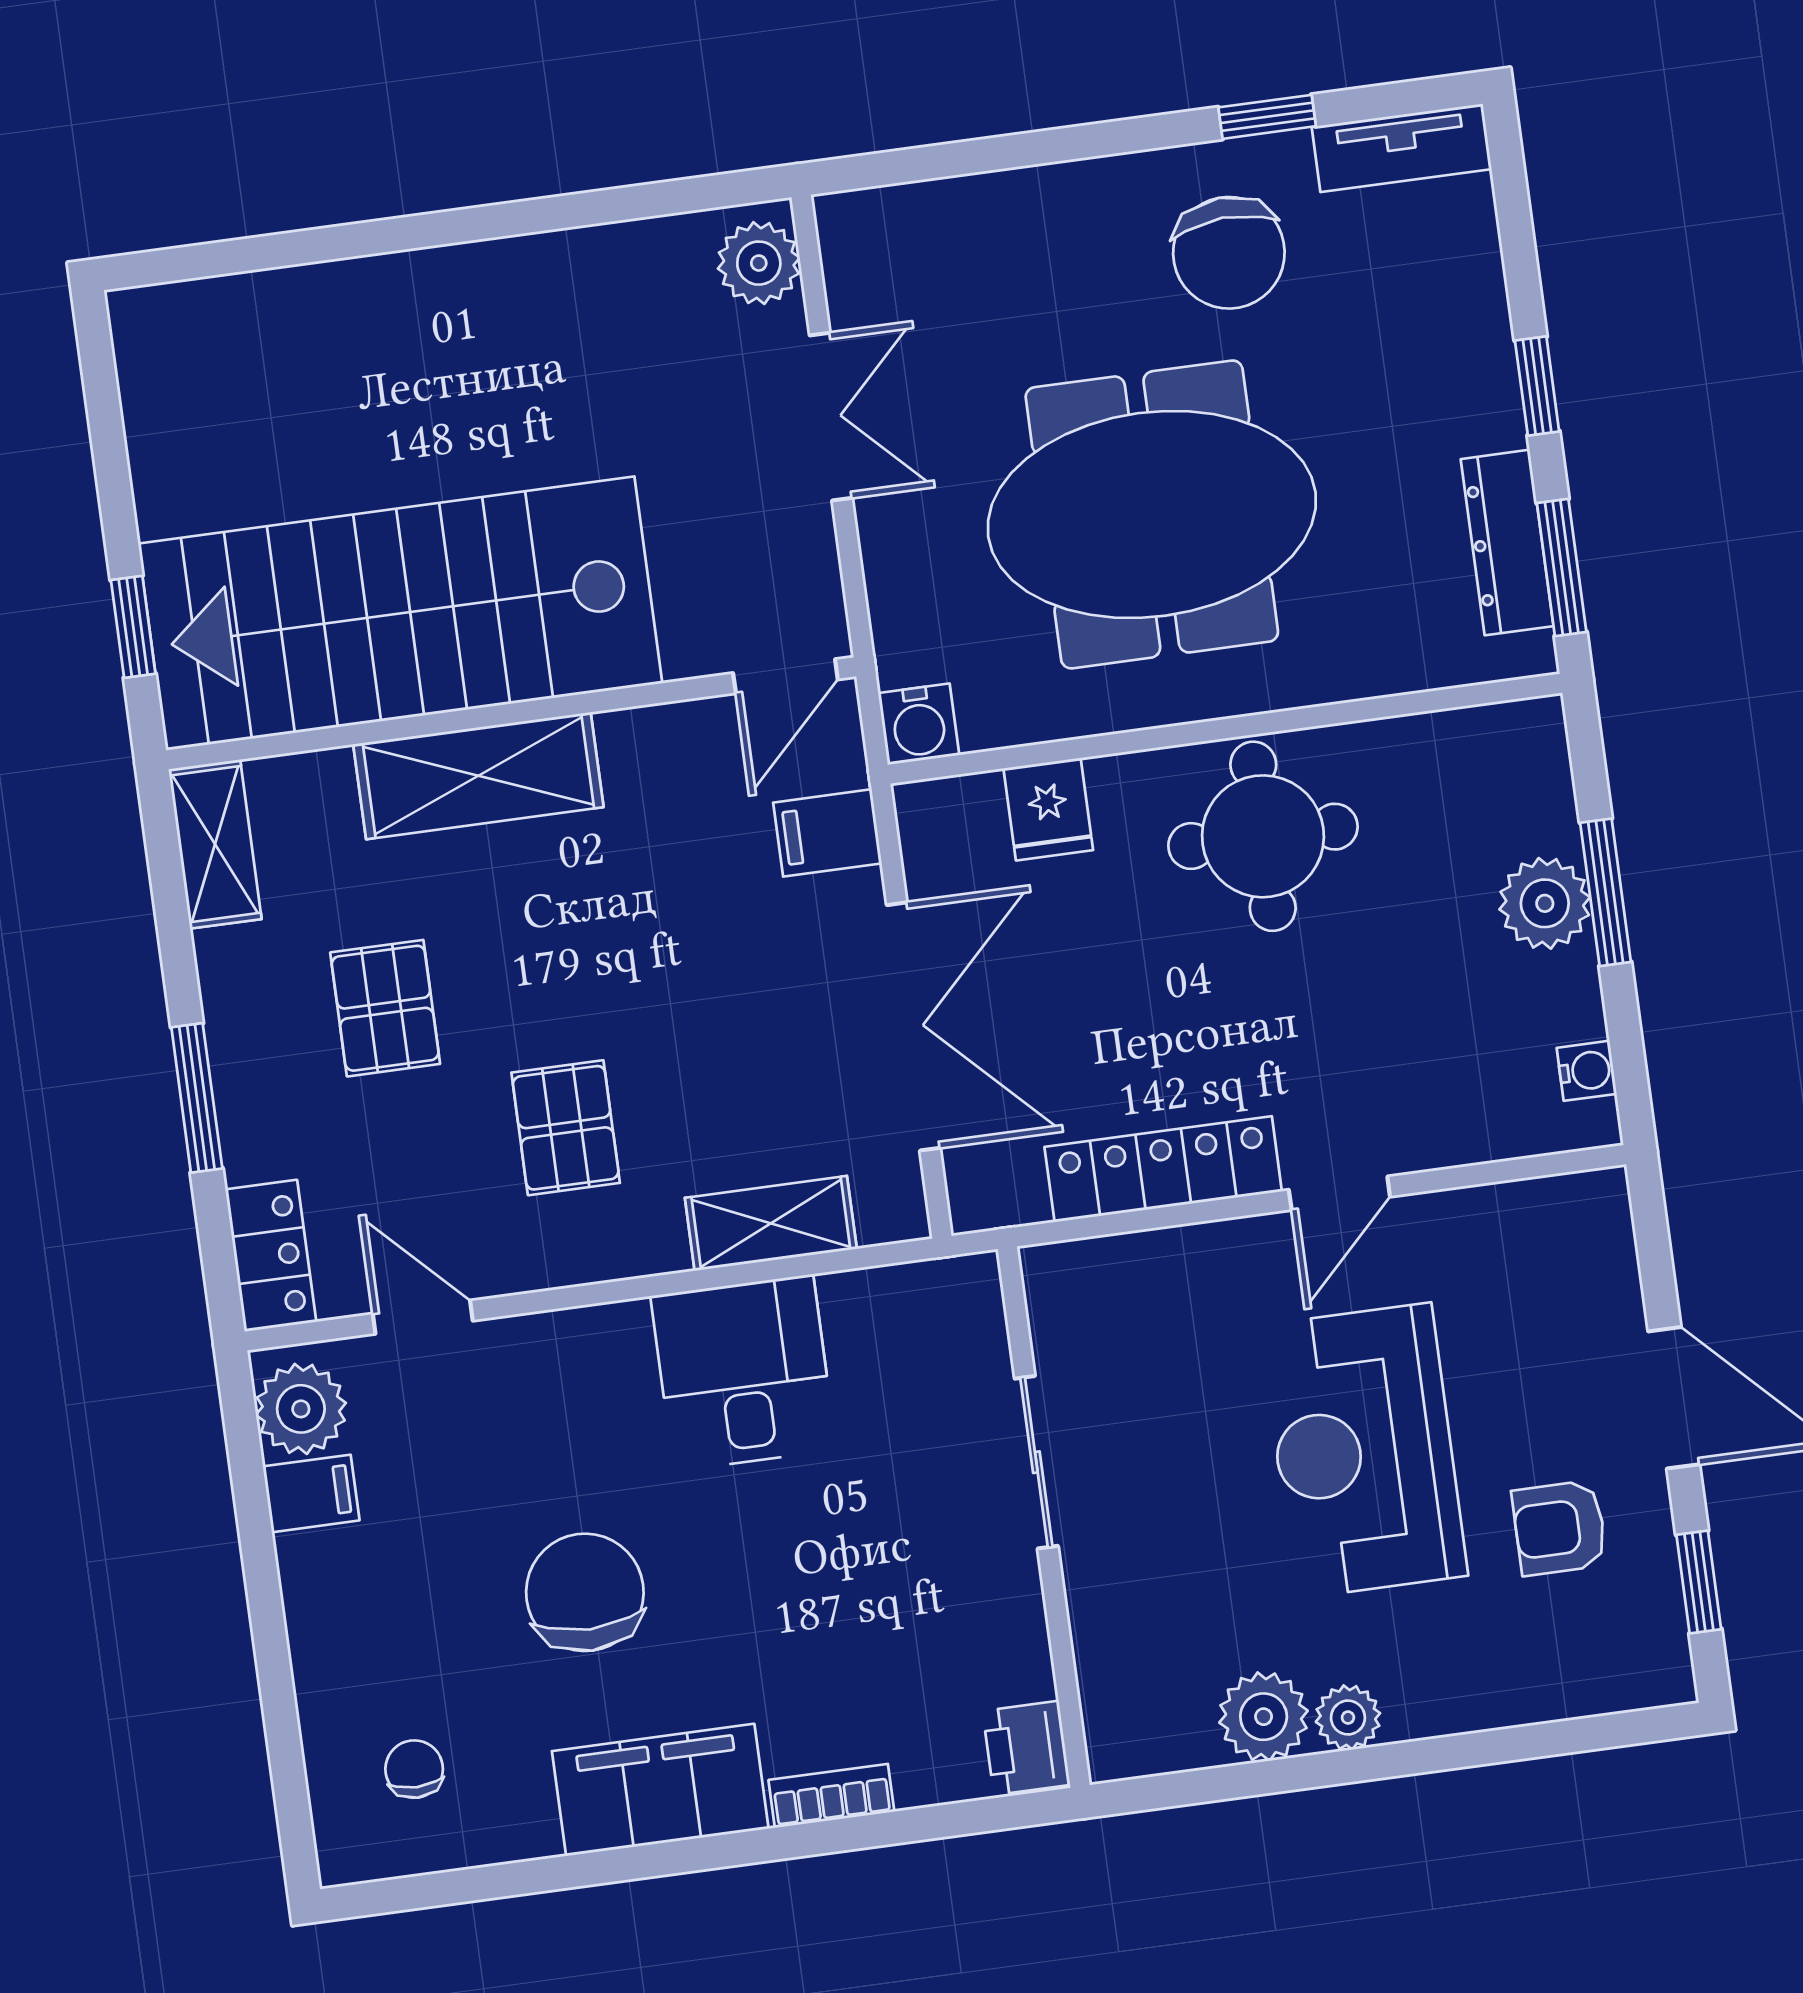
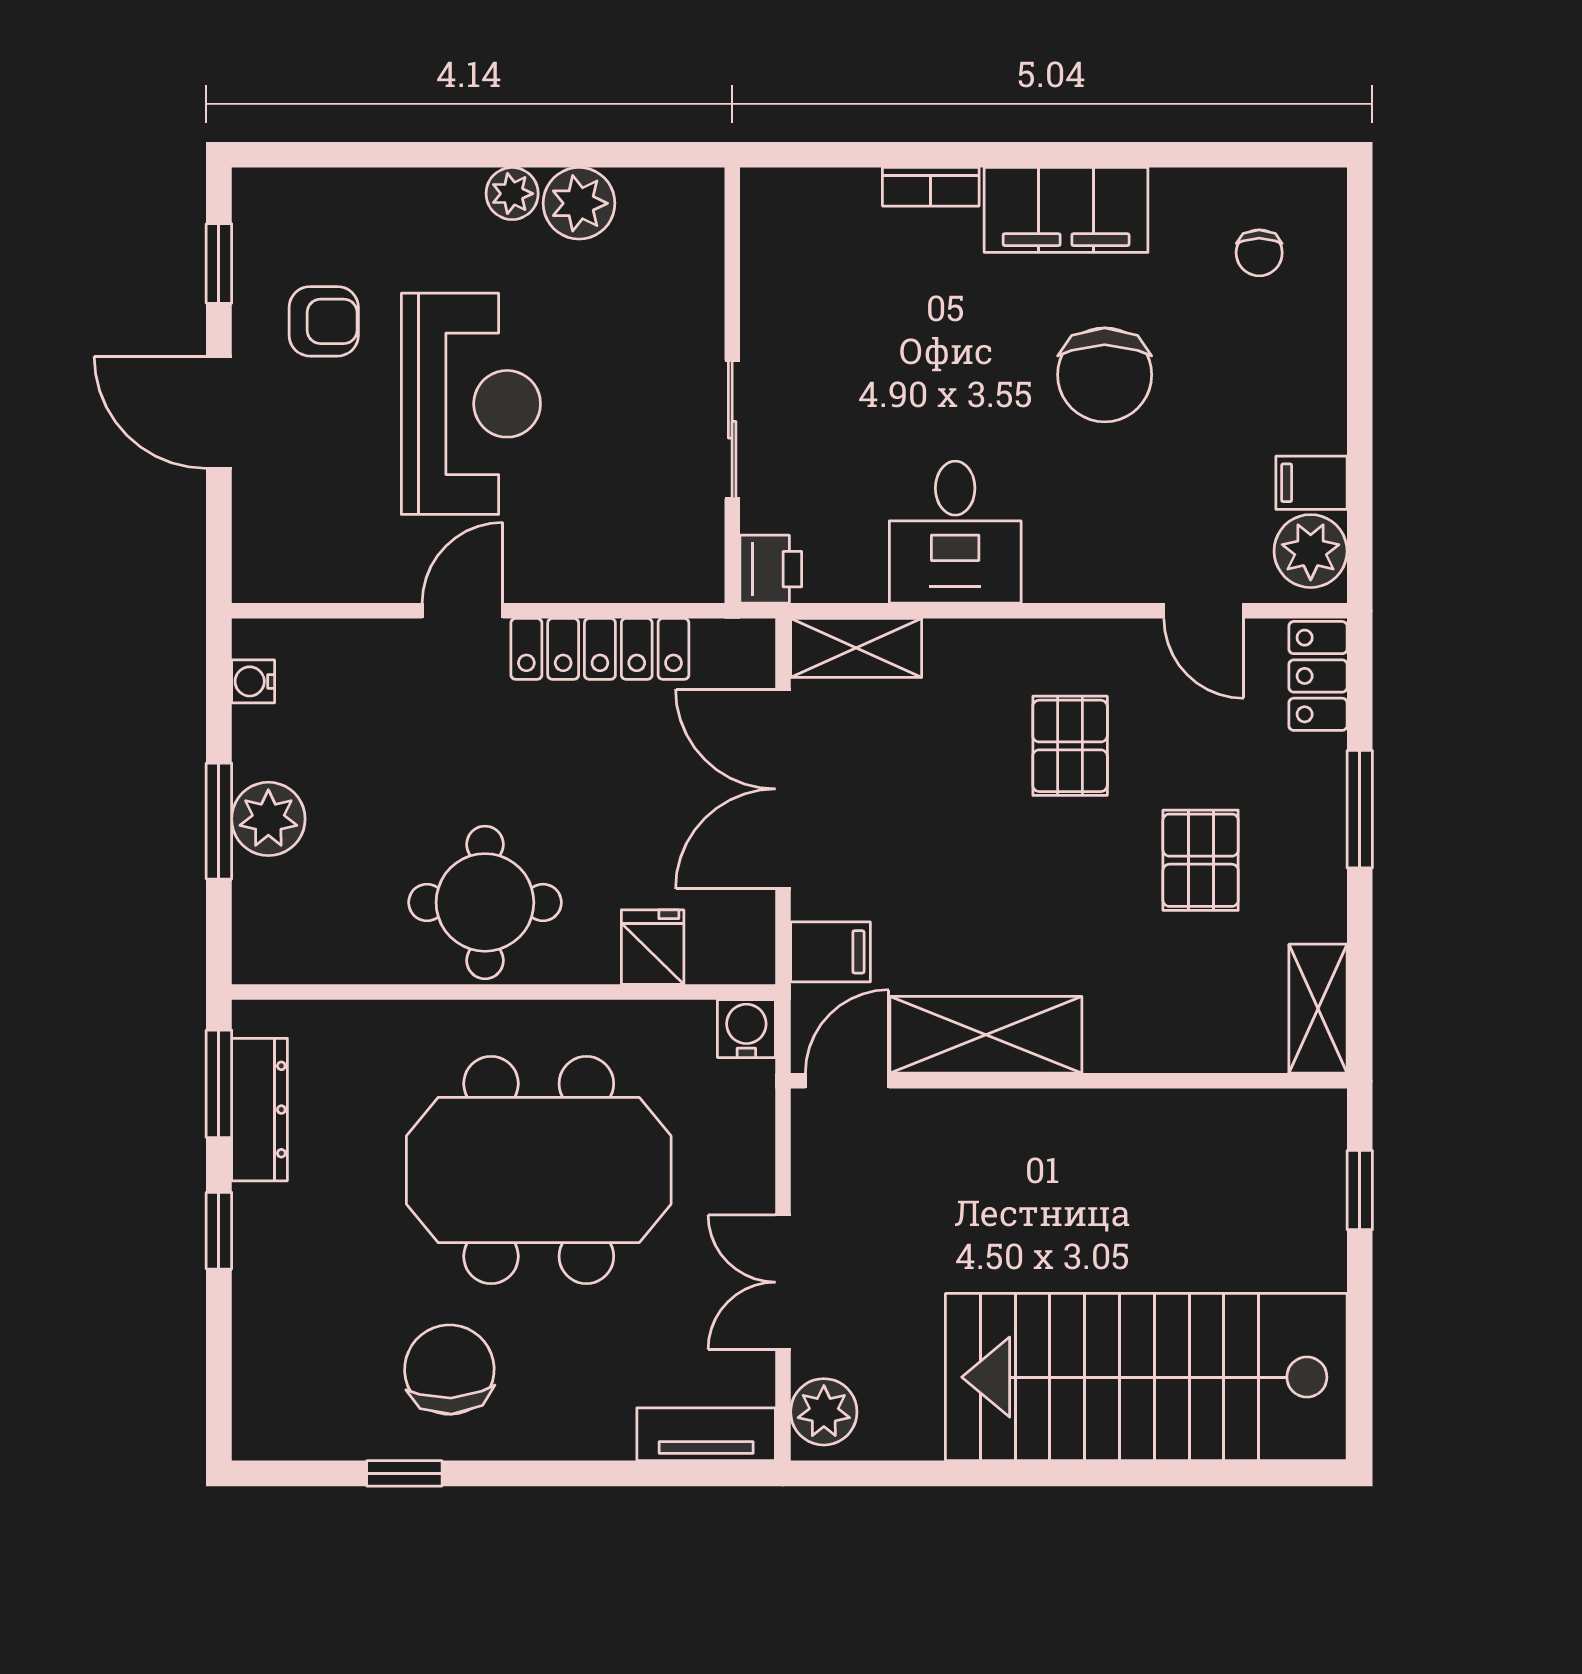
tv unit: (1402, 148) -> (706, 1434), moved
stairs: (400, 613) -> (1146, 1377), moved, turned 180
shelving: (478, 776) -> (986, 1035), moved
shelving: (771, 1223) -> (856, 648), moved
printer: (1026, 1748) -> (771, 569), moved

